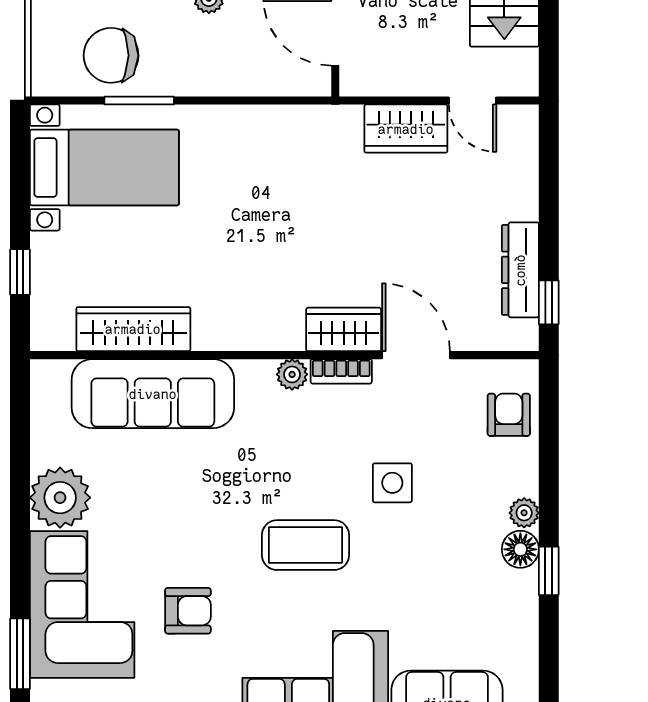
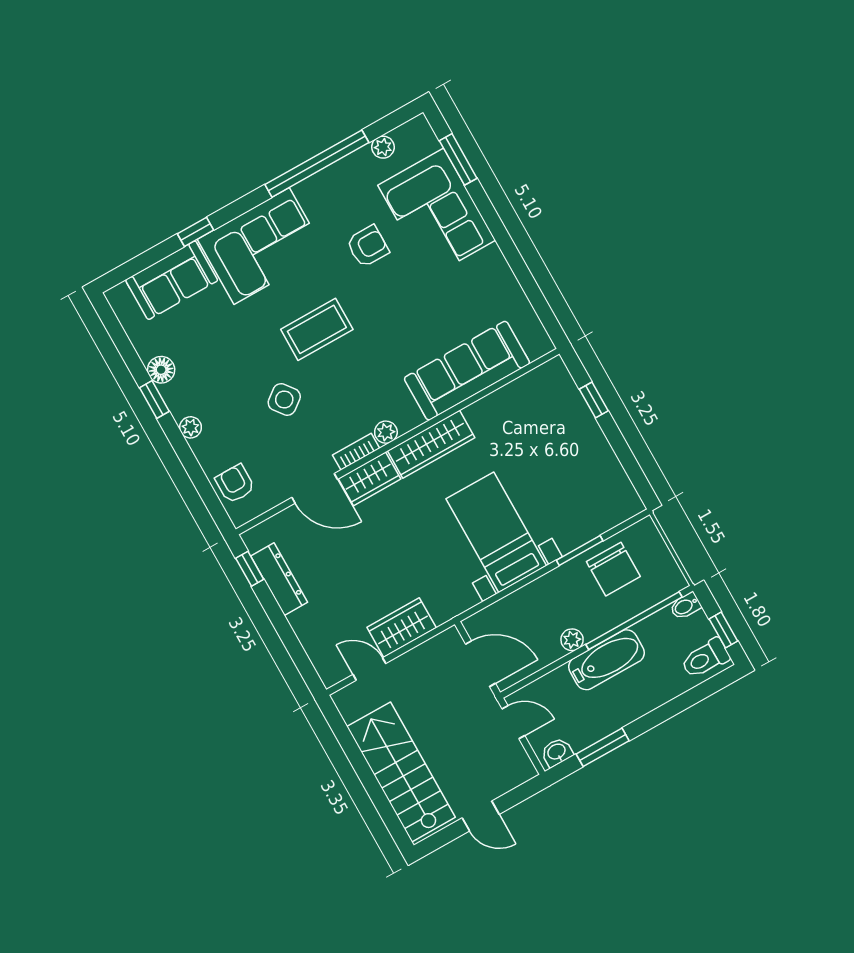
chair: (111, 55) -> (613, 569), turned 89
bed with nightstands: (104, 167) -> (496, 532), moved, turned 90
wardrobe: (133, 329) -> (431, 444), moved
armchair: (509, 415) -> (235, 484), turned 180
side table: (392, 483) -> (284, 399), turned -37
plant: (60, 498) -> (488, 272), removed
floor lamp: (520, 549) -> (161, 370), moved
armchair: (188, 611) -> (368, 246), turned 180

